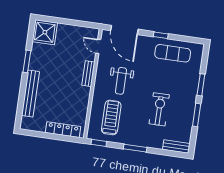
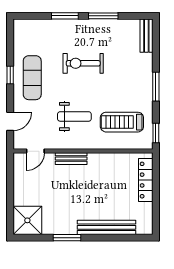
door: (124, 30) -> (10, 121), width x0.53
exercise mat: (173, 53) -> (32, 78), moved
exercise bike: (159, 109) -> (83, 63), moved

